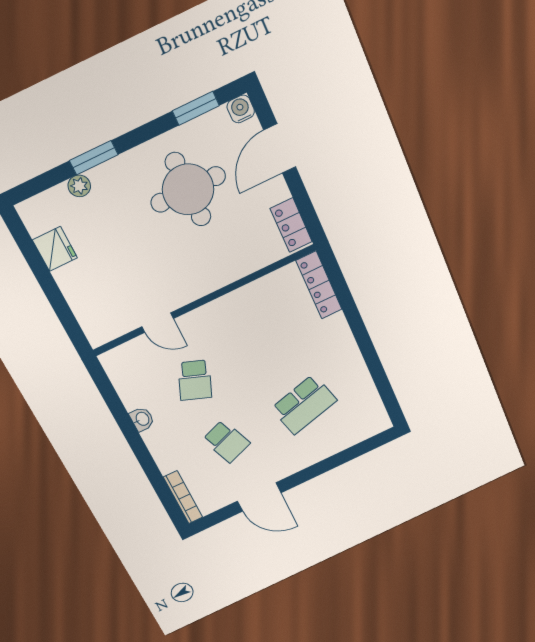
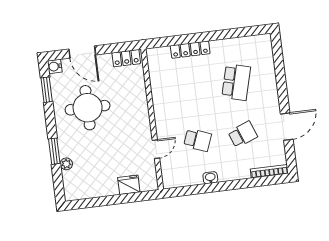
fridge: (55, 249) -> (129, 185), moved
locker: (319, 285) -> (190, 50), moved
school desk: (304, 404) -> (236, 82), turned 30

